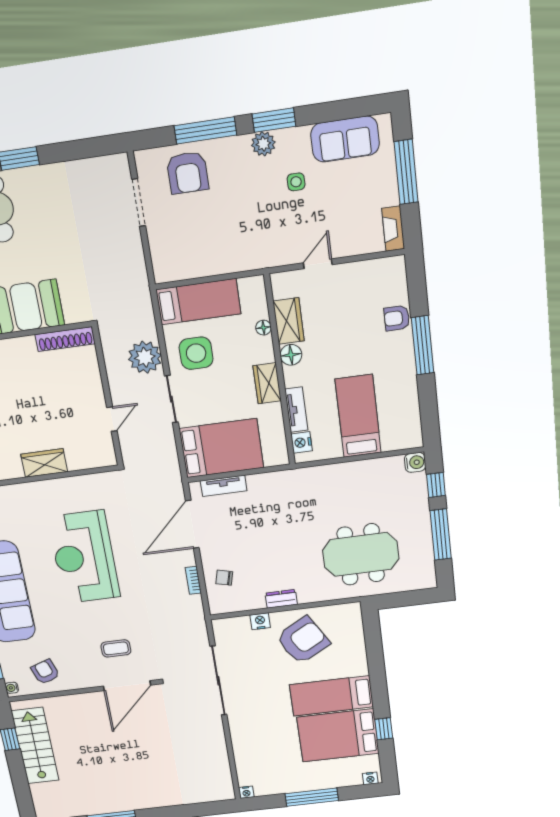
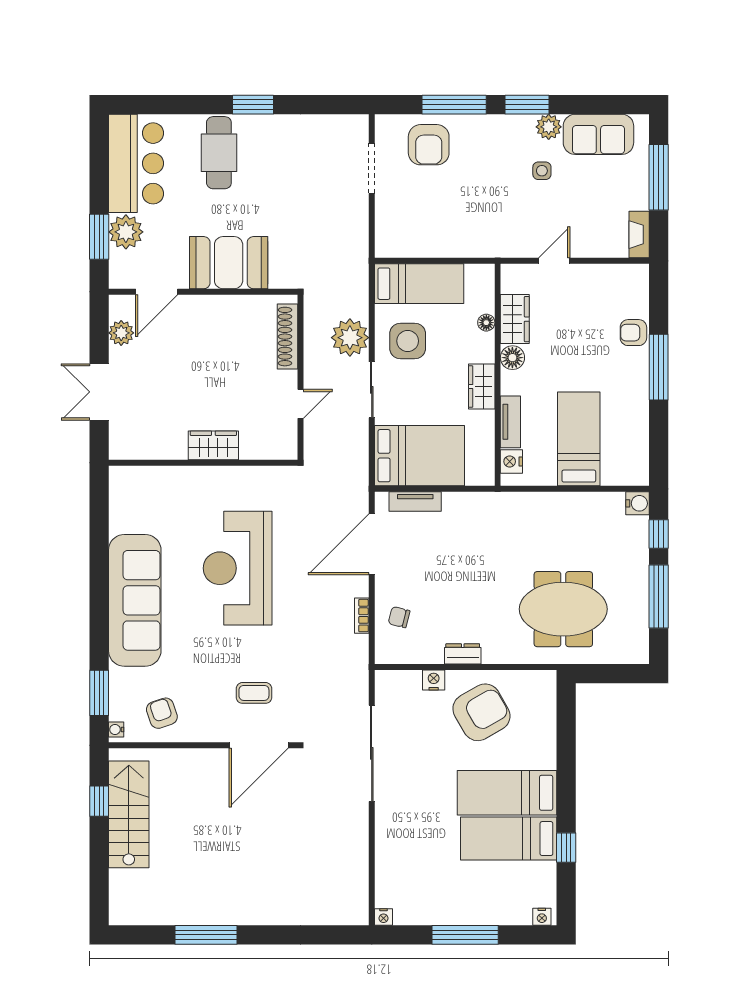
plant: (263, 144) -> (549, 127), moved
shoe rack: (65, 339) -> (288, 337), moved, turned 90
bed: (338, 735) -> (509, 839), width x0.67

